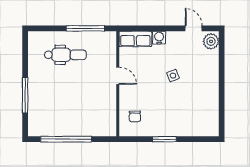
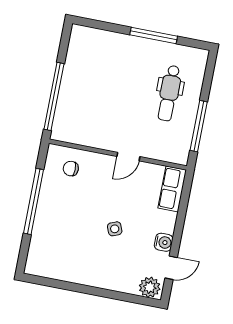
water cooler: (159, 38) -> (164, 242), moved
window: (25, 95) -> (154, 35), moved
window: (66, 139) -> (54, 96), moved
window: (164, 139) -> (34, 201), width x2.11

